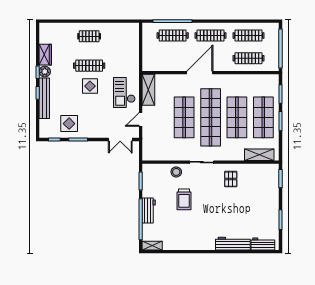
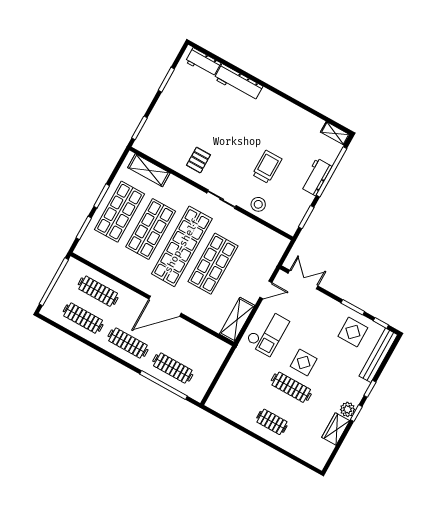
bench: (44, 98) -> (378, 355), moved

